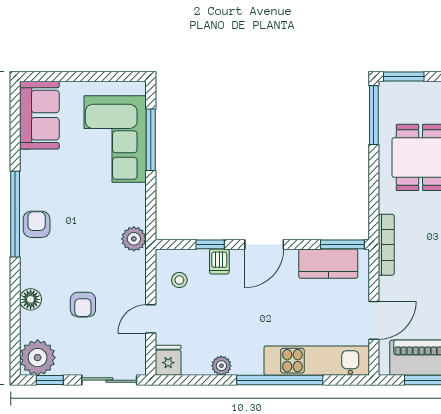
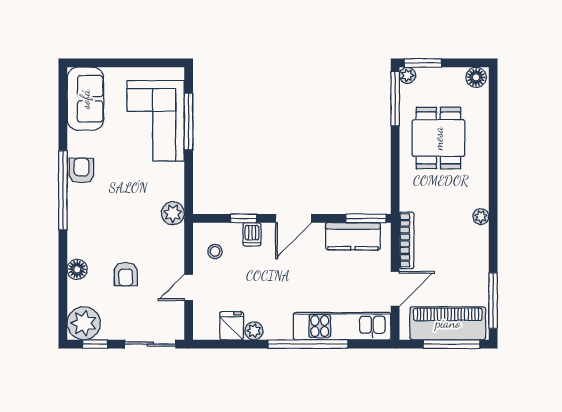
plant: (387, 90) -> (407, 75), added
armchair: (37, 224) -> (81, 171), moved
bookcase: (386, 245) -> (407, 240), moved
fridge: (168, 360) -> (231, 326), moved

